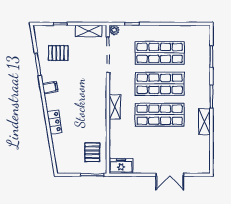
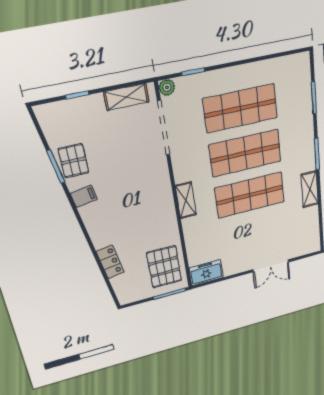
pallet: (58, 53) -> (74, 161), moved, turned 90
locker: (54, 122) -> (110, 262), moved
pallet: (92, 152) -> (164, 267), width x1.50, depth x1.42

